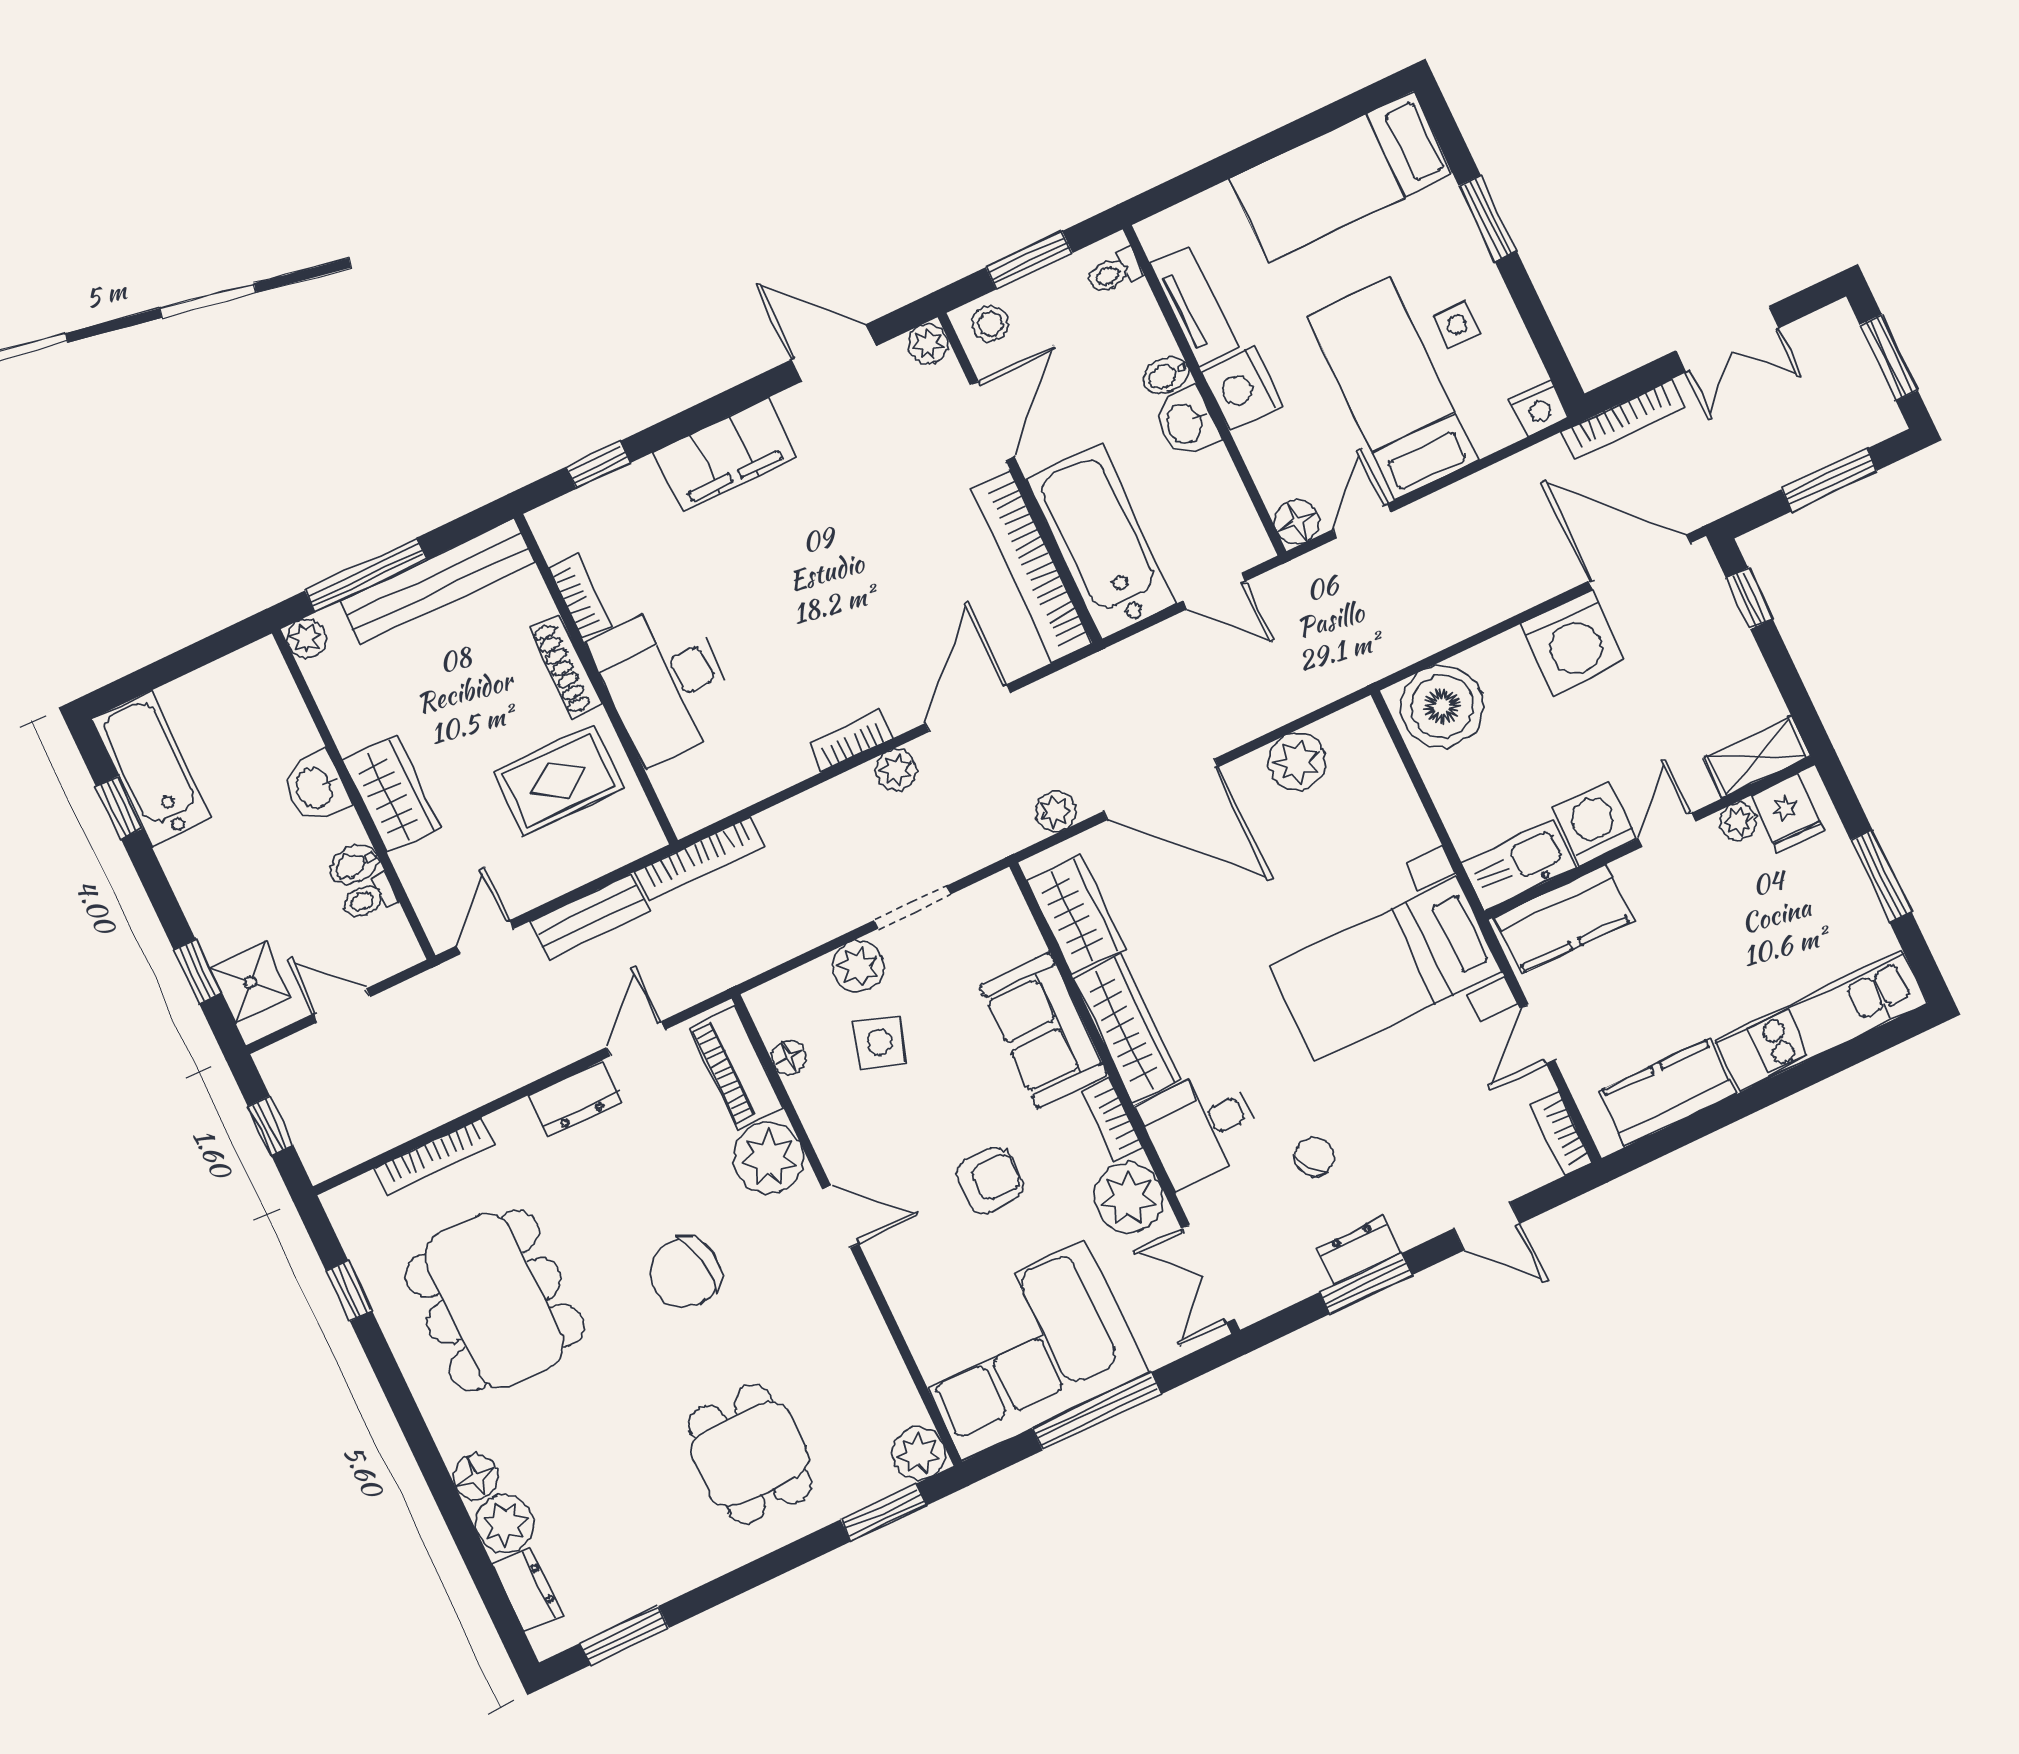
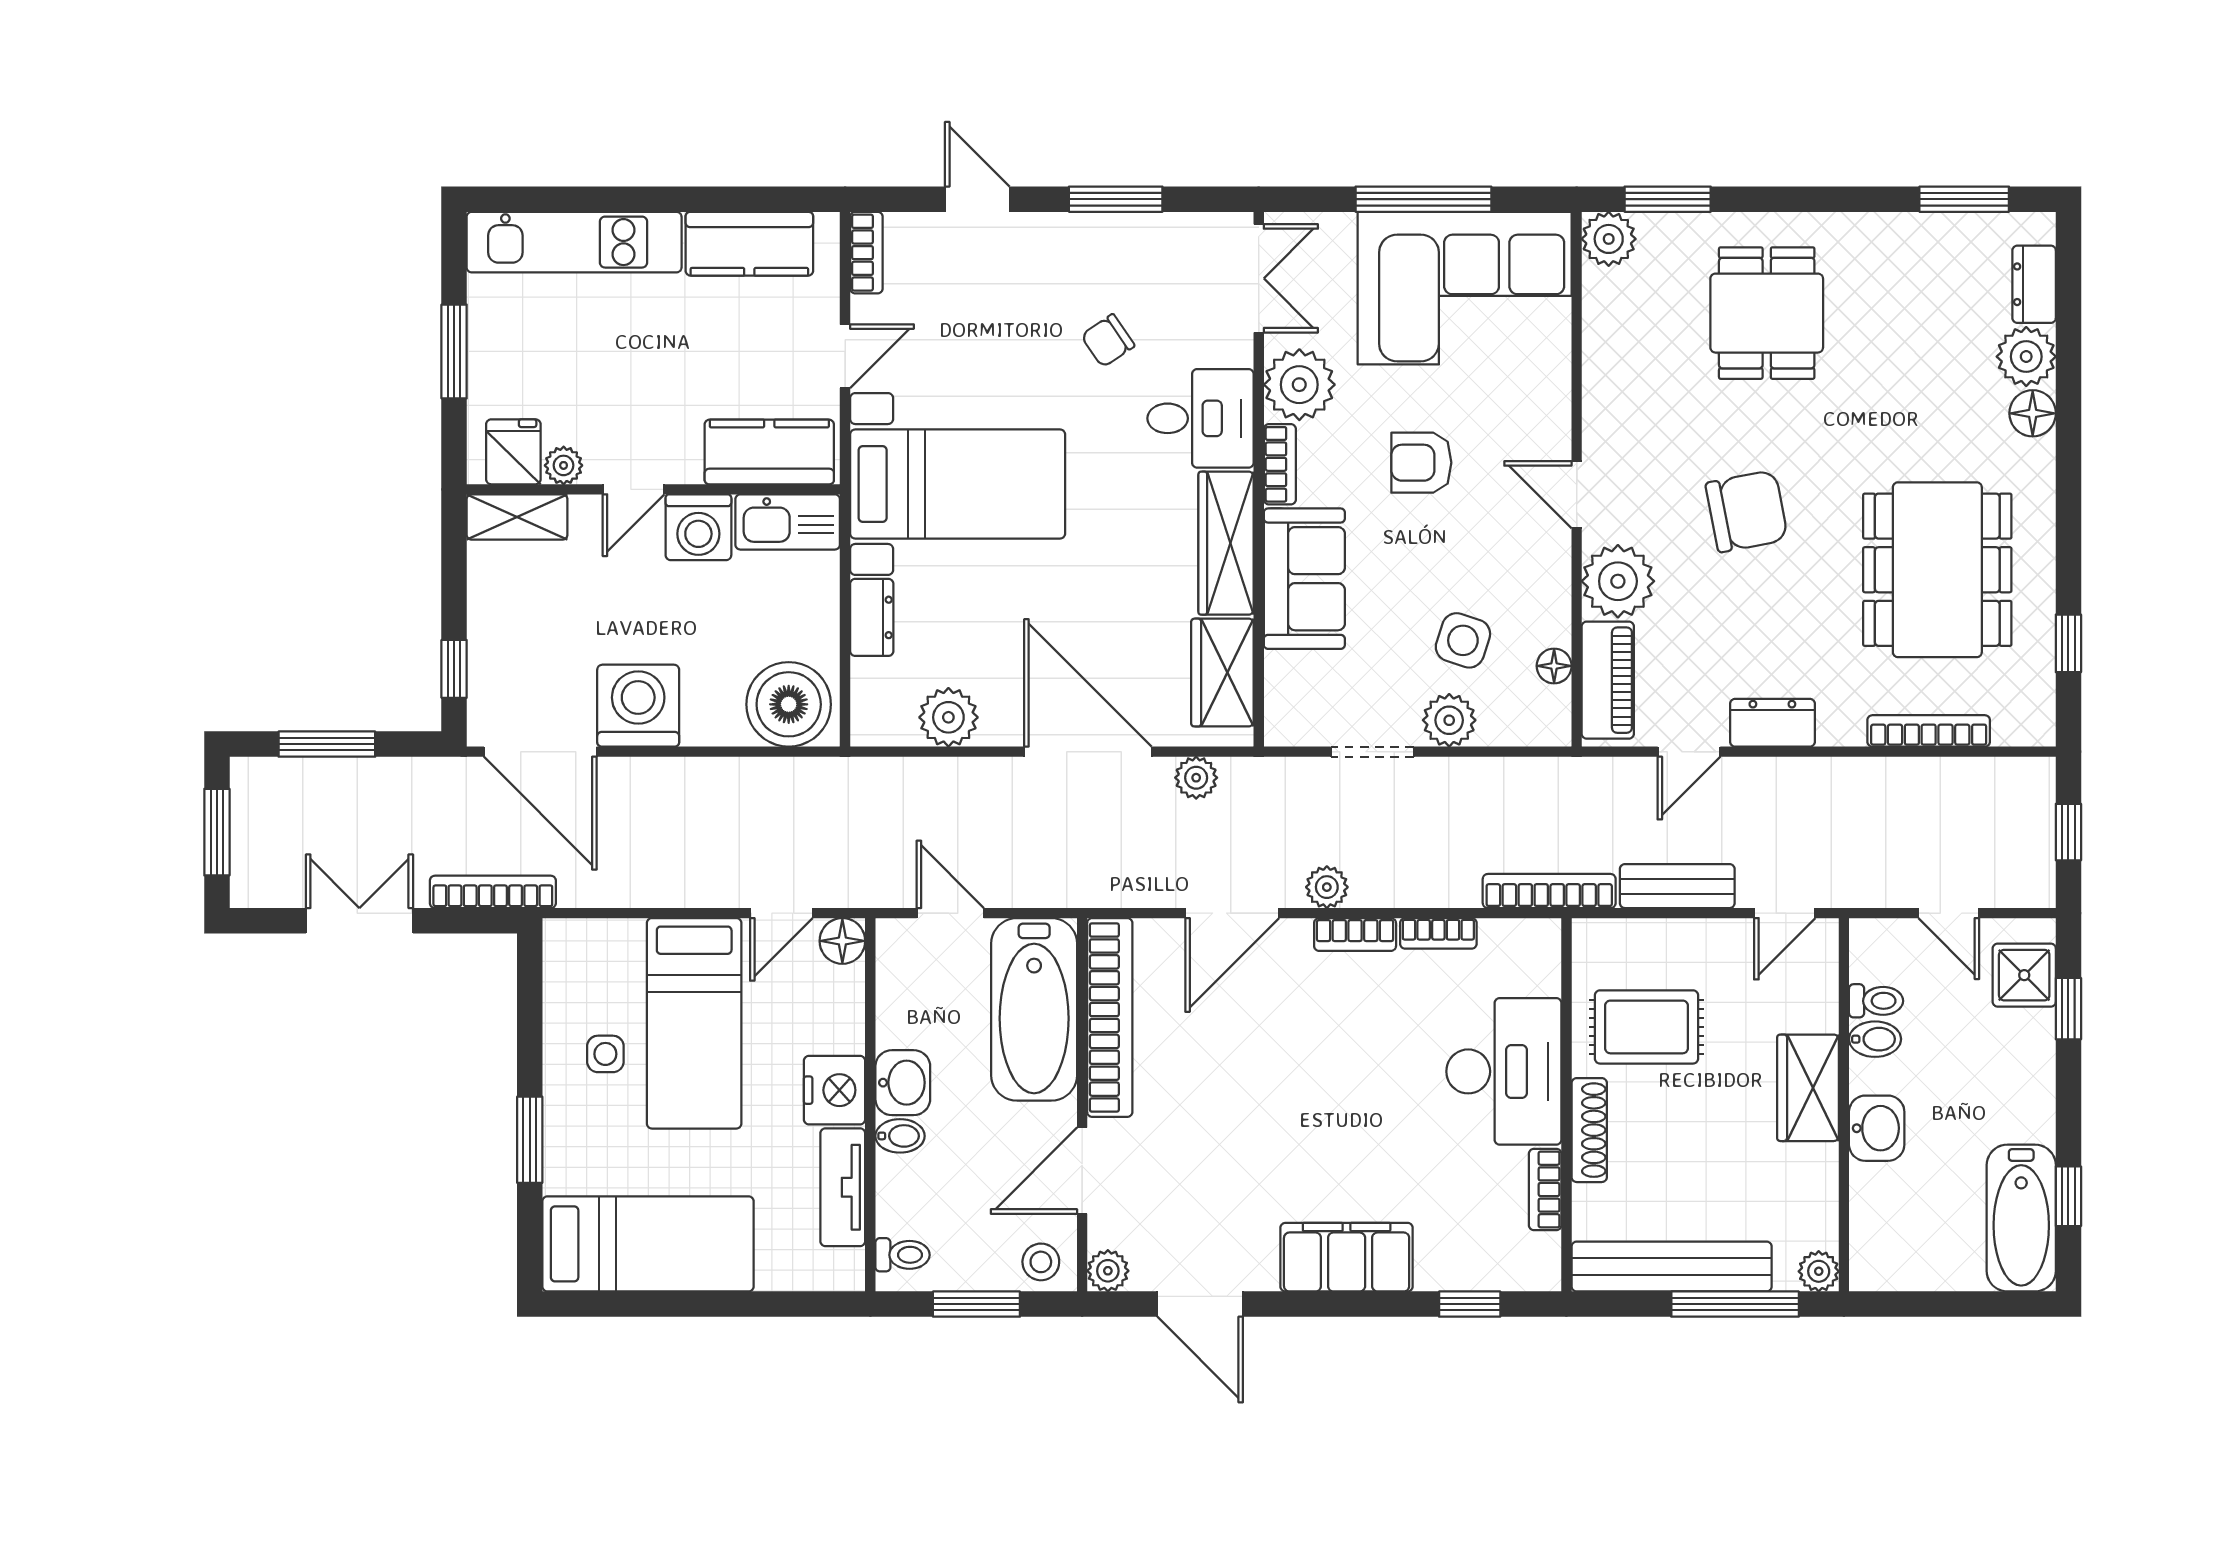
nightstand: (1539, 408) -> (566, 940), removed
bookcase: (779, 776) -> (1438, 933), added
dresser: (1359, 1250) -> (872, 617), moved, turned -90

